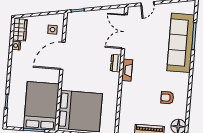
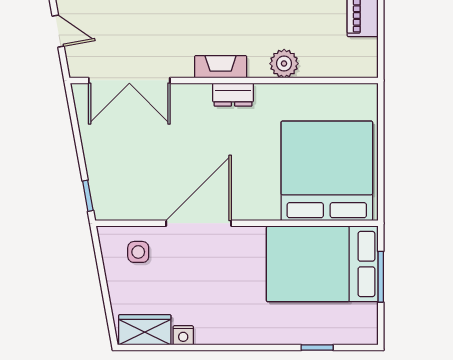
door: (62, 56) -> (199, 223), swing flipped
dresser: (116, 63) -> (233, 95), moved
plant: (126, 97) -> (284, 64), added

